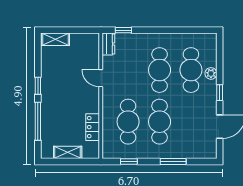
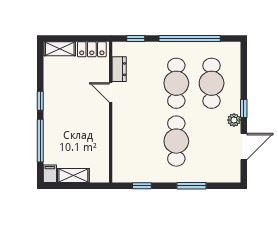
window: (171, 30) -> (190, 39), added
dresser: (108, 44) -> (119, 69), moved
plant: (211, 73) -> (234, 120), moved
cafe table: (128, 122) -> (141, 141), removed
locker: (93, 127) -> (92, 49), moved, turned -90
filing cabinet: (47, 151) -> (50, 174), added

